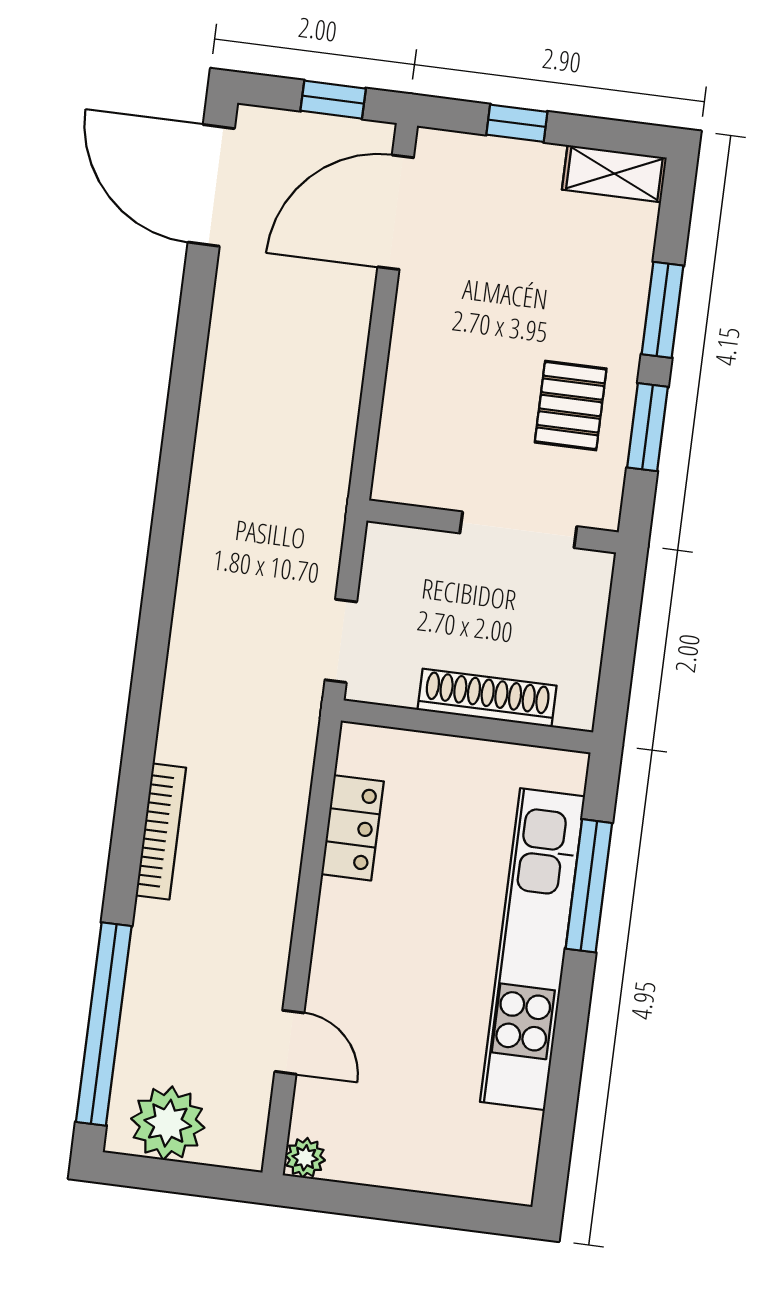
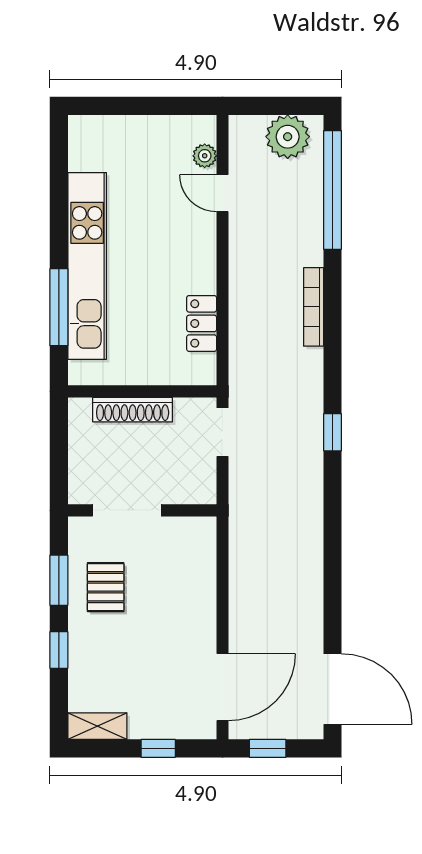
window: (663, 310) -> (59, 650), width x0.67
window: (156, 617) -> (333, 432), added
plant: (305, 1158) -> (205, 156), moved

